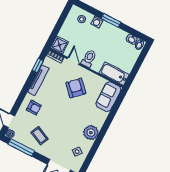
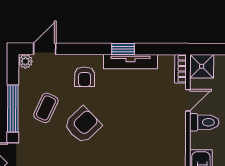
window: (38, 65) -> (123, 49), moved
armchair: (76, 88) -> (83, 125), moved
window: (21, 148) -> (13, 108), moved

